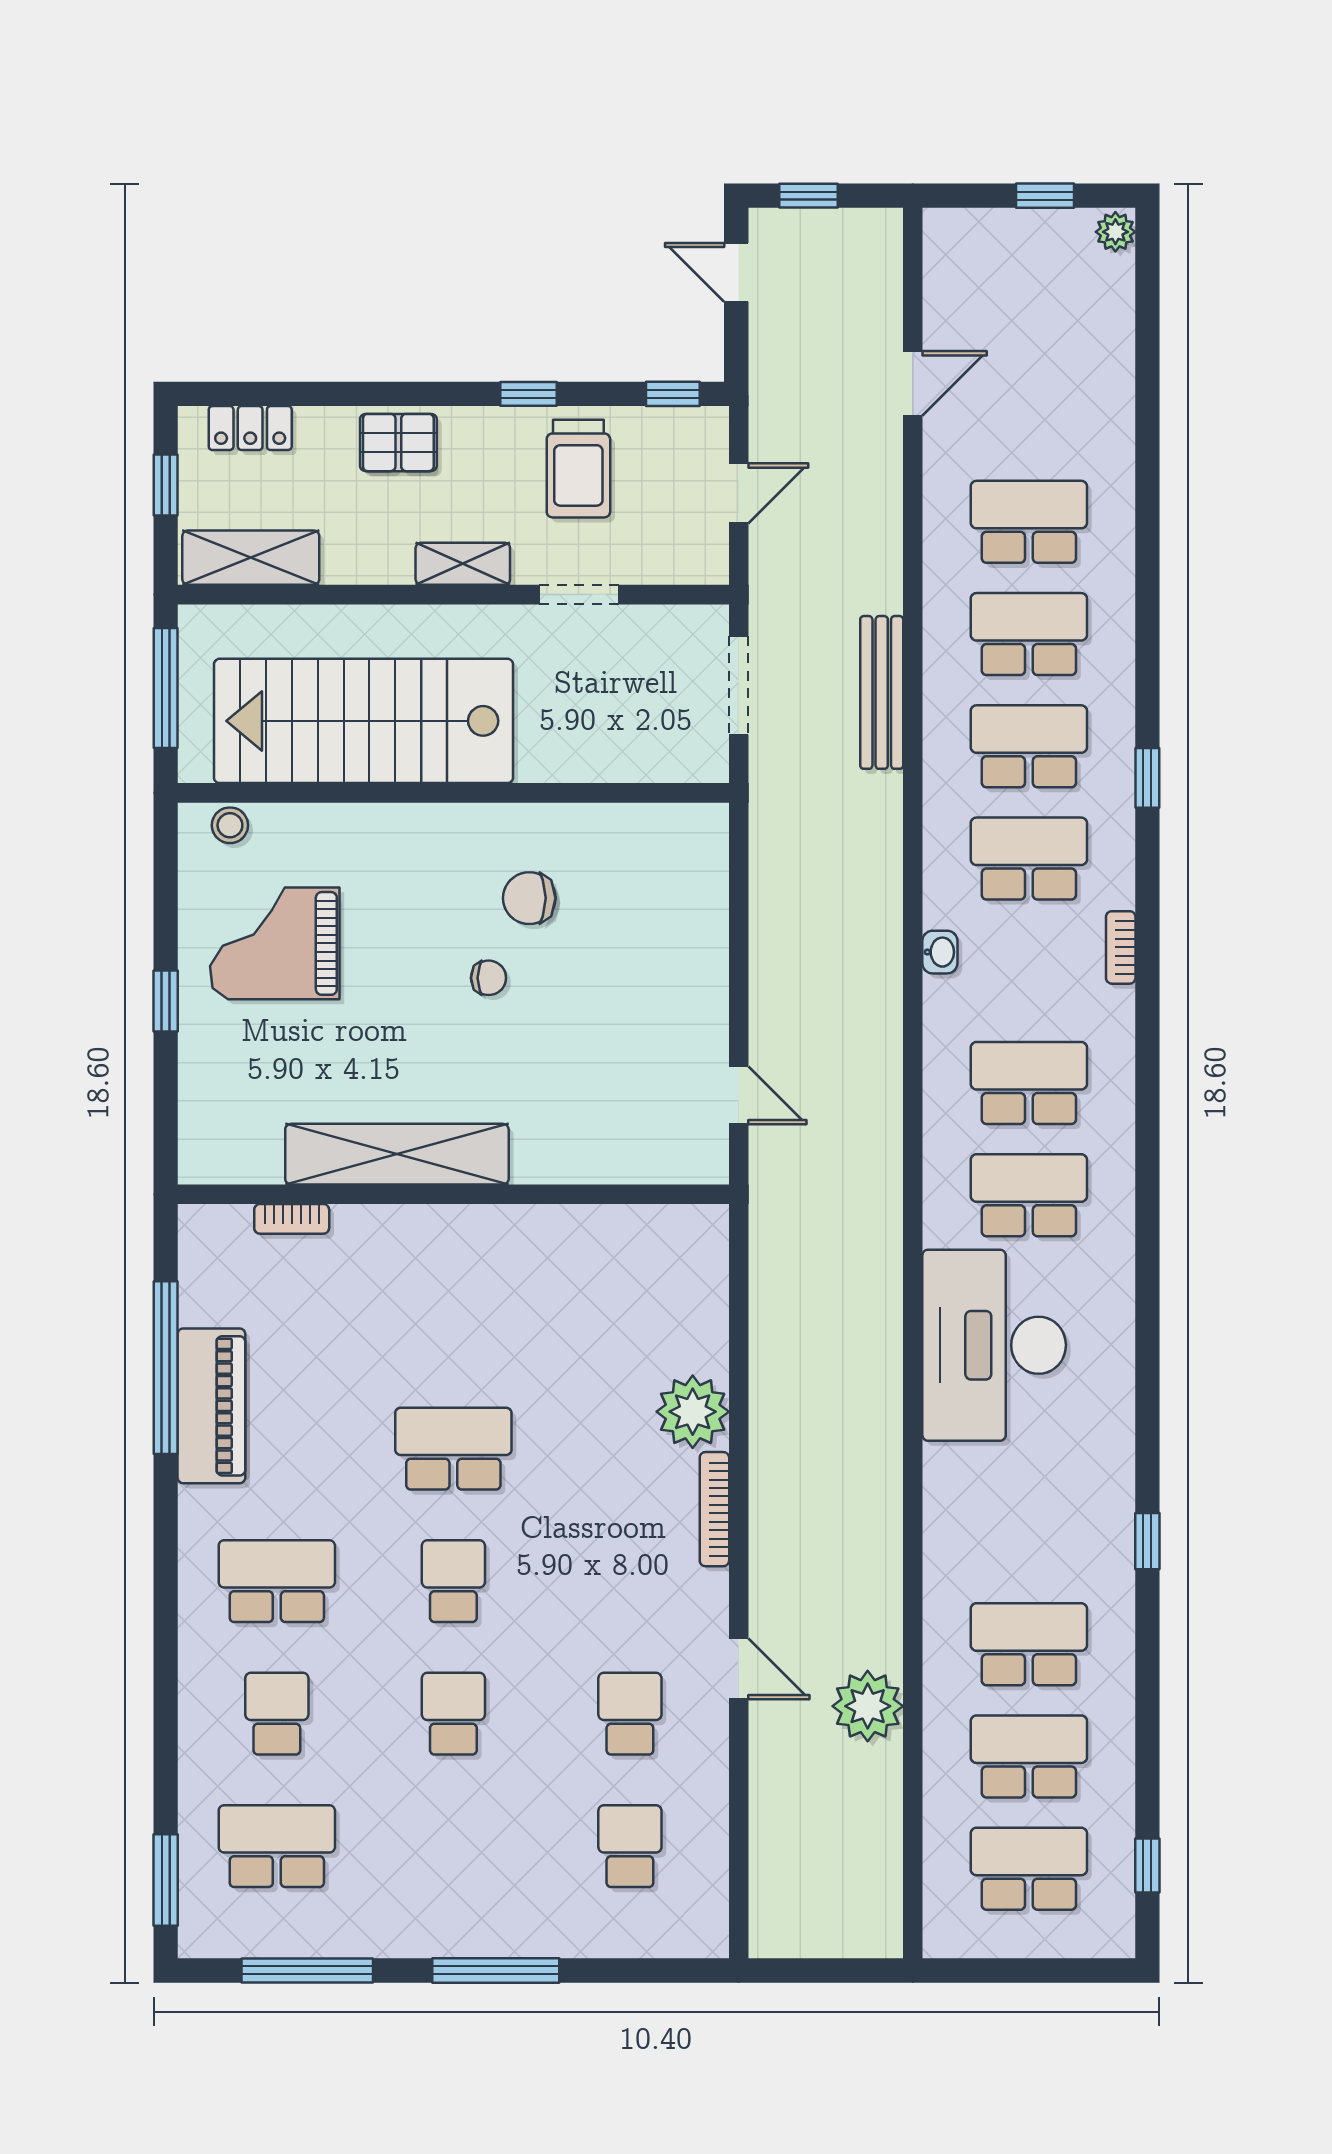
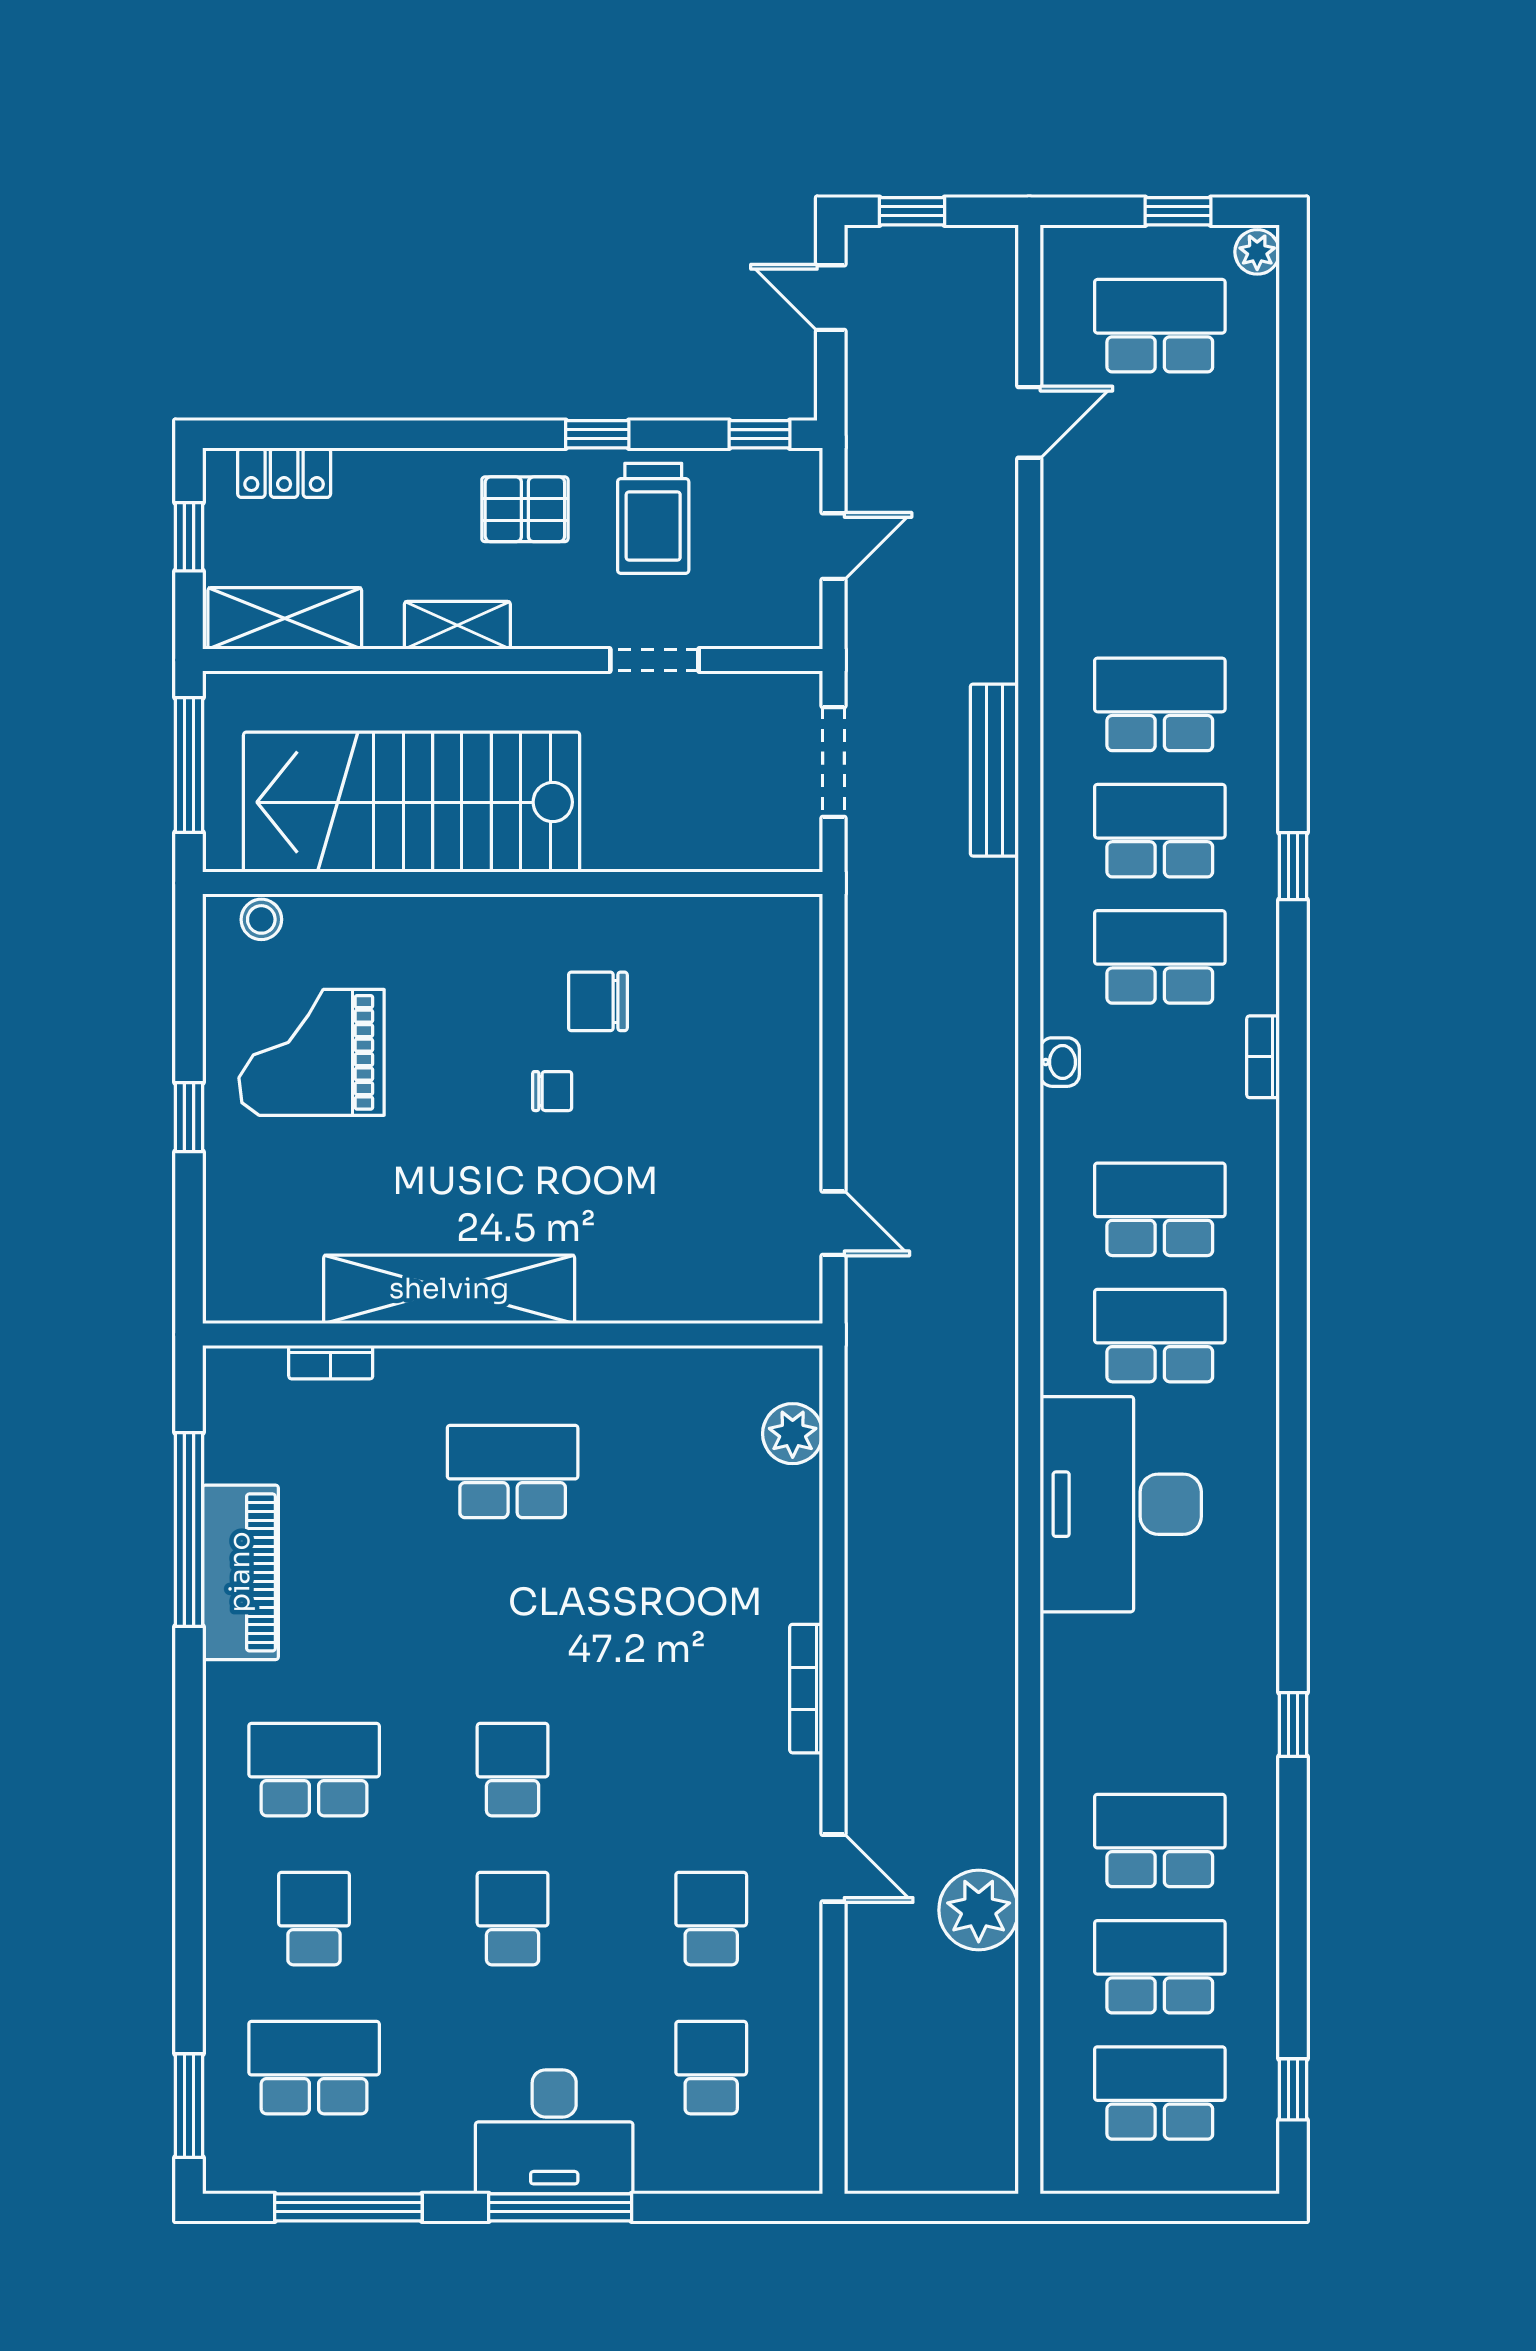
pallet: (398, 443) -> (525, 509), moved
school desk: (1029, 522) -> (1160, 326), moved
shelving: (463, 564) -> (457, 625), moved
plant: (693, 1412) -> (793, 1434), moved, width x0.73, depth x0.73
school desk: (453, 1449) -> (513, 1471), moved
desk: (490, 1903) -> (554, 2132), added

